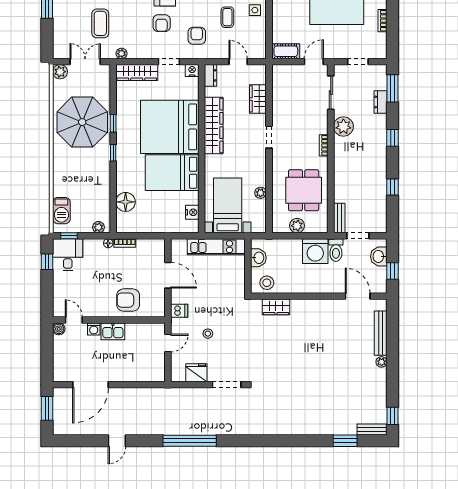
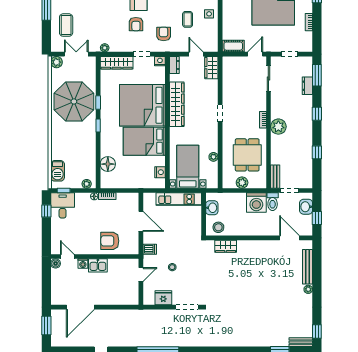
coffee table: (100, 23) -> (66, 25), moved
wardrobe: (258, 99) -> (211, 68), moved
plant: (343, 126) -> (278, 127), moved

